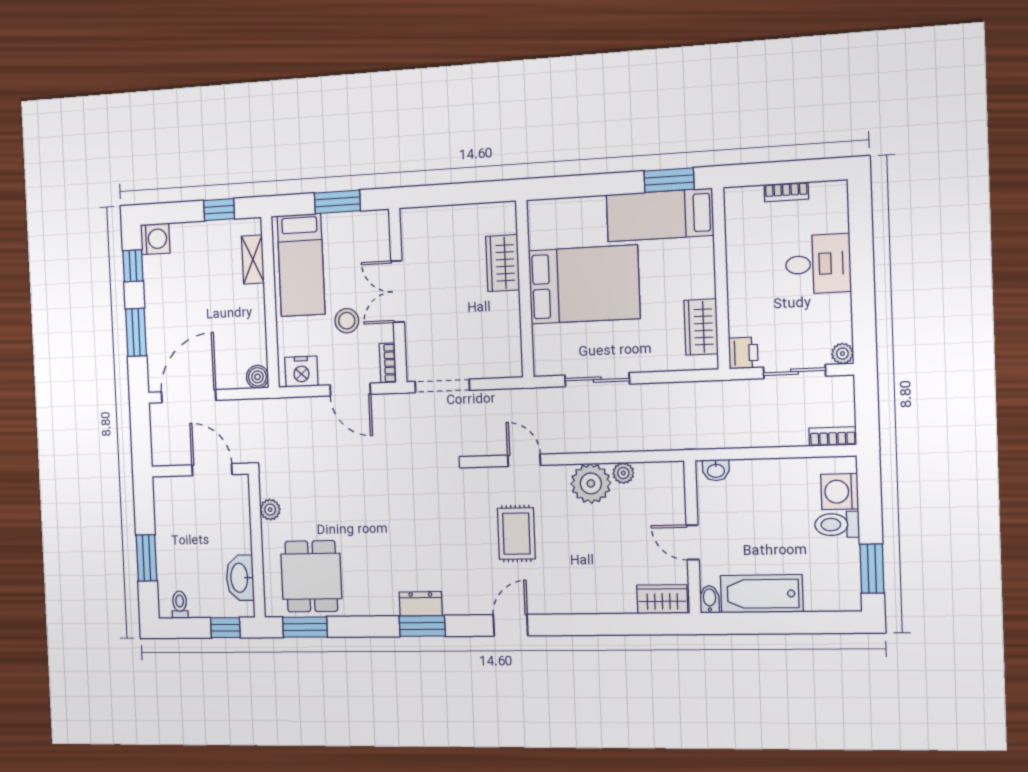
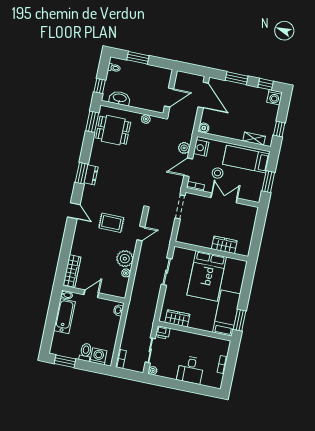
plant: (311, 410) -> (184, 148), added
wardrobe: (662, 599) -> (72, 271), width x1.50

